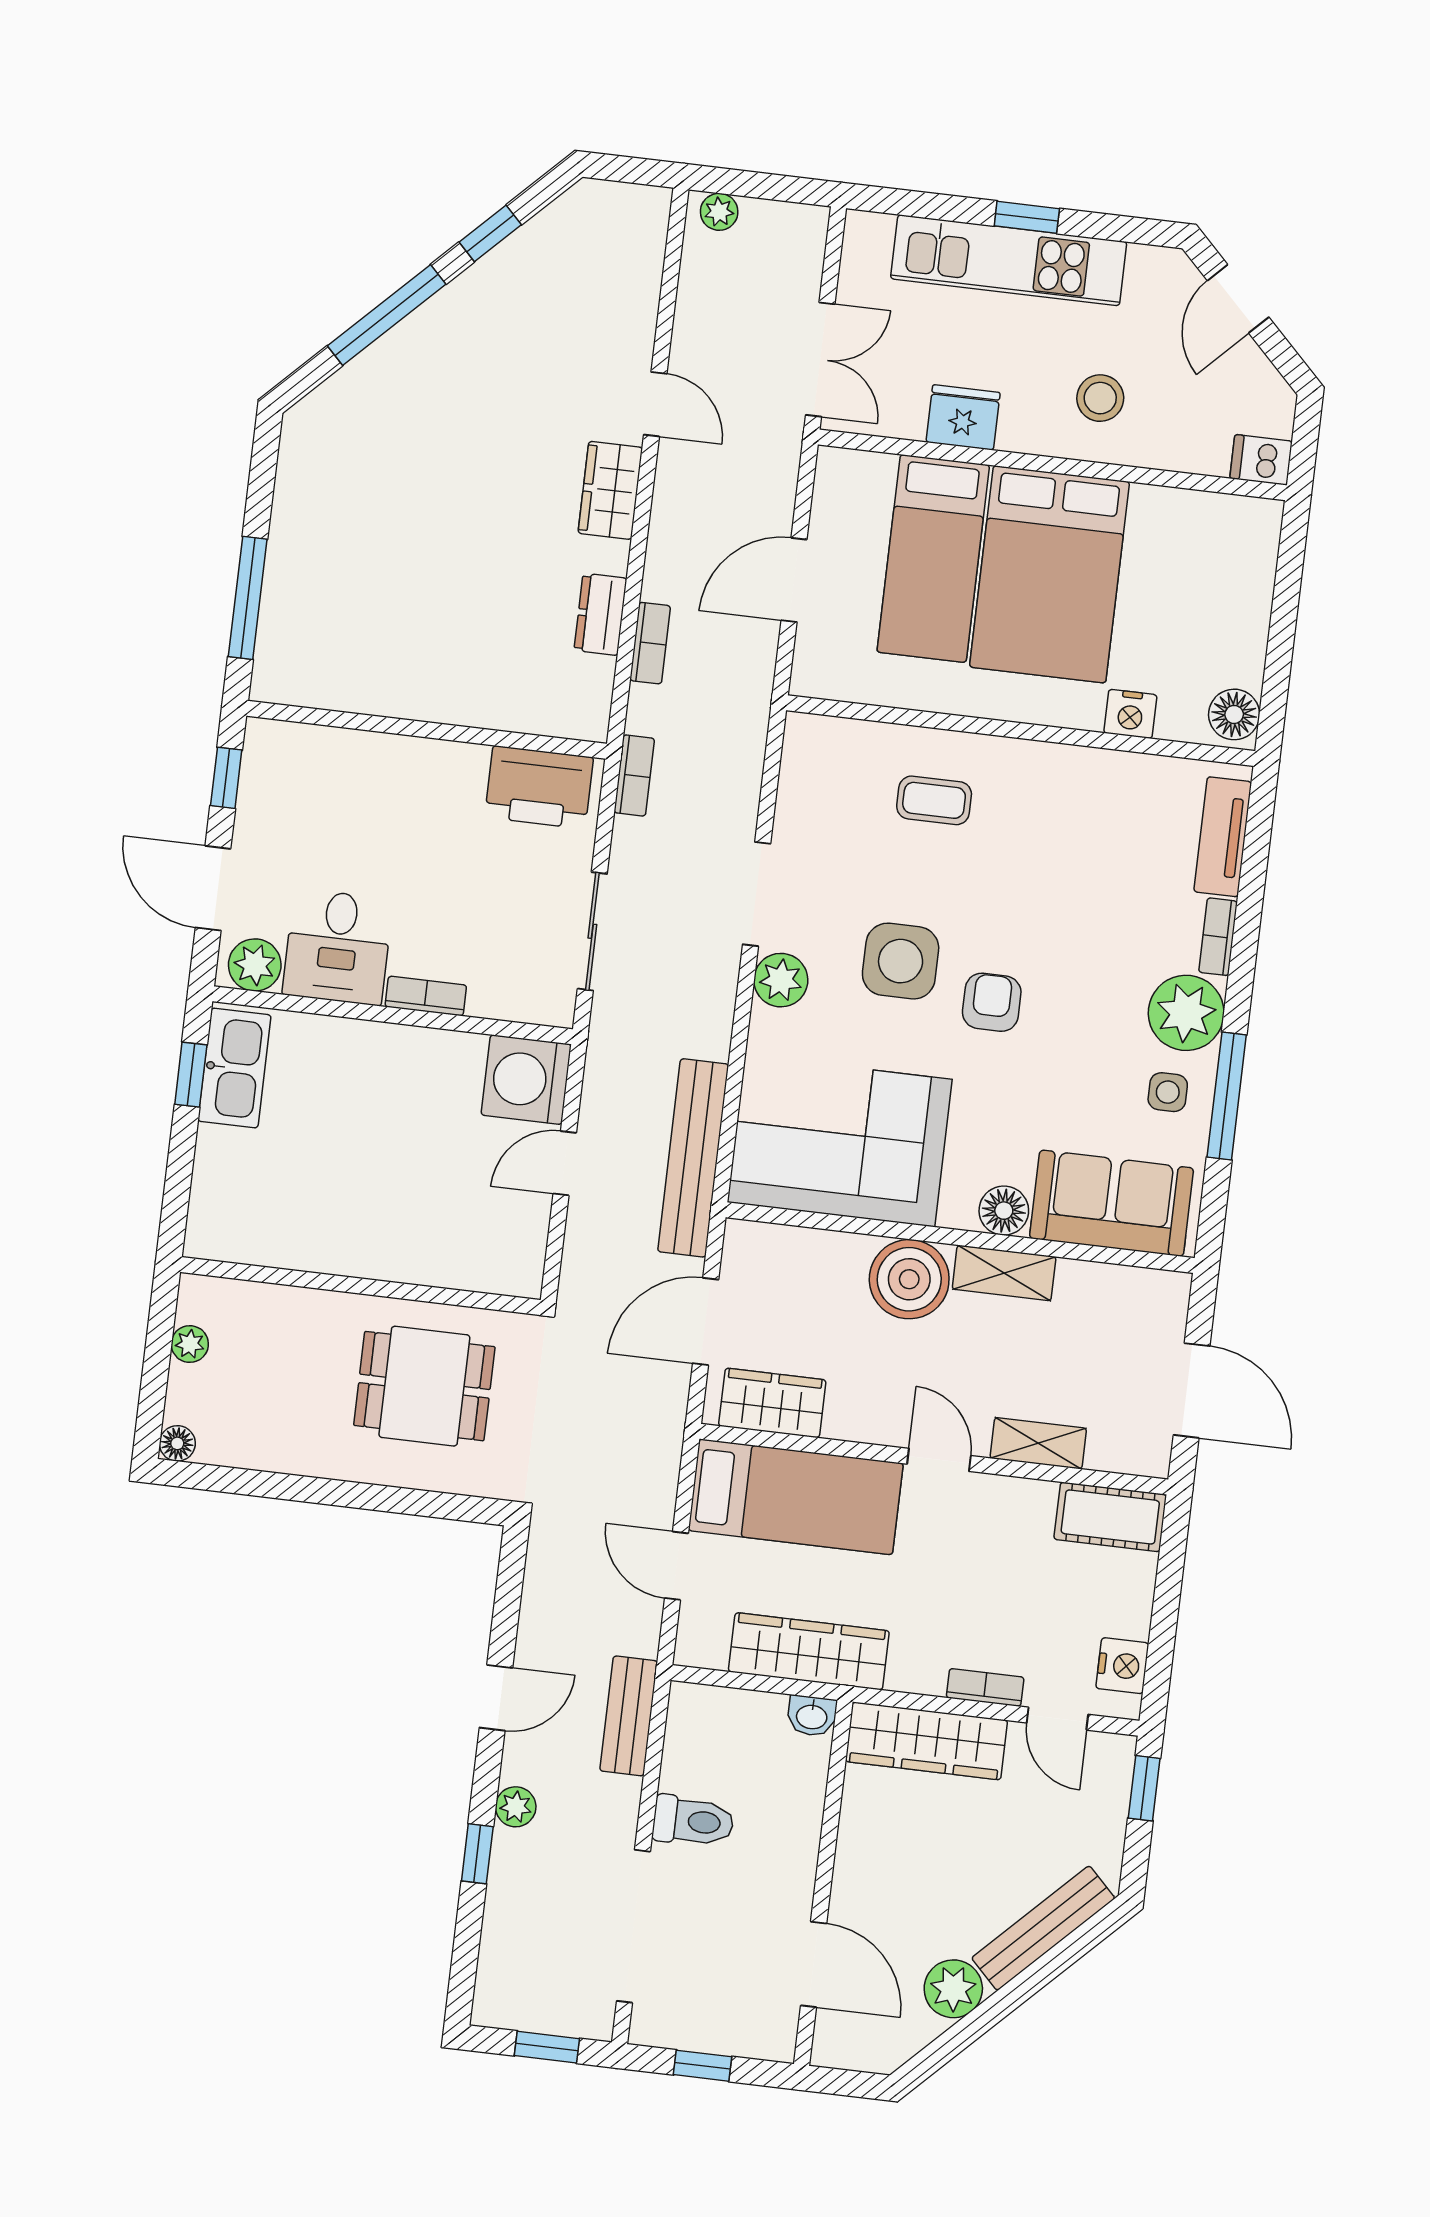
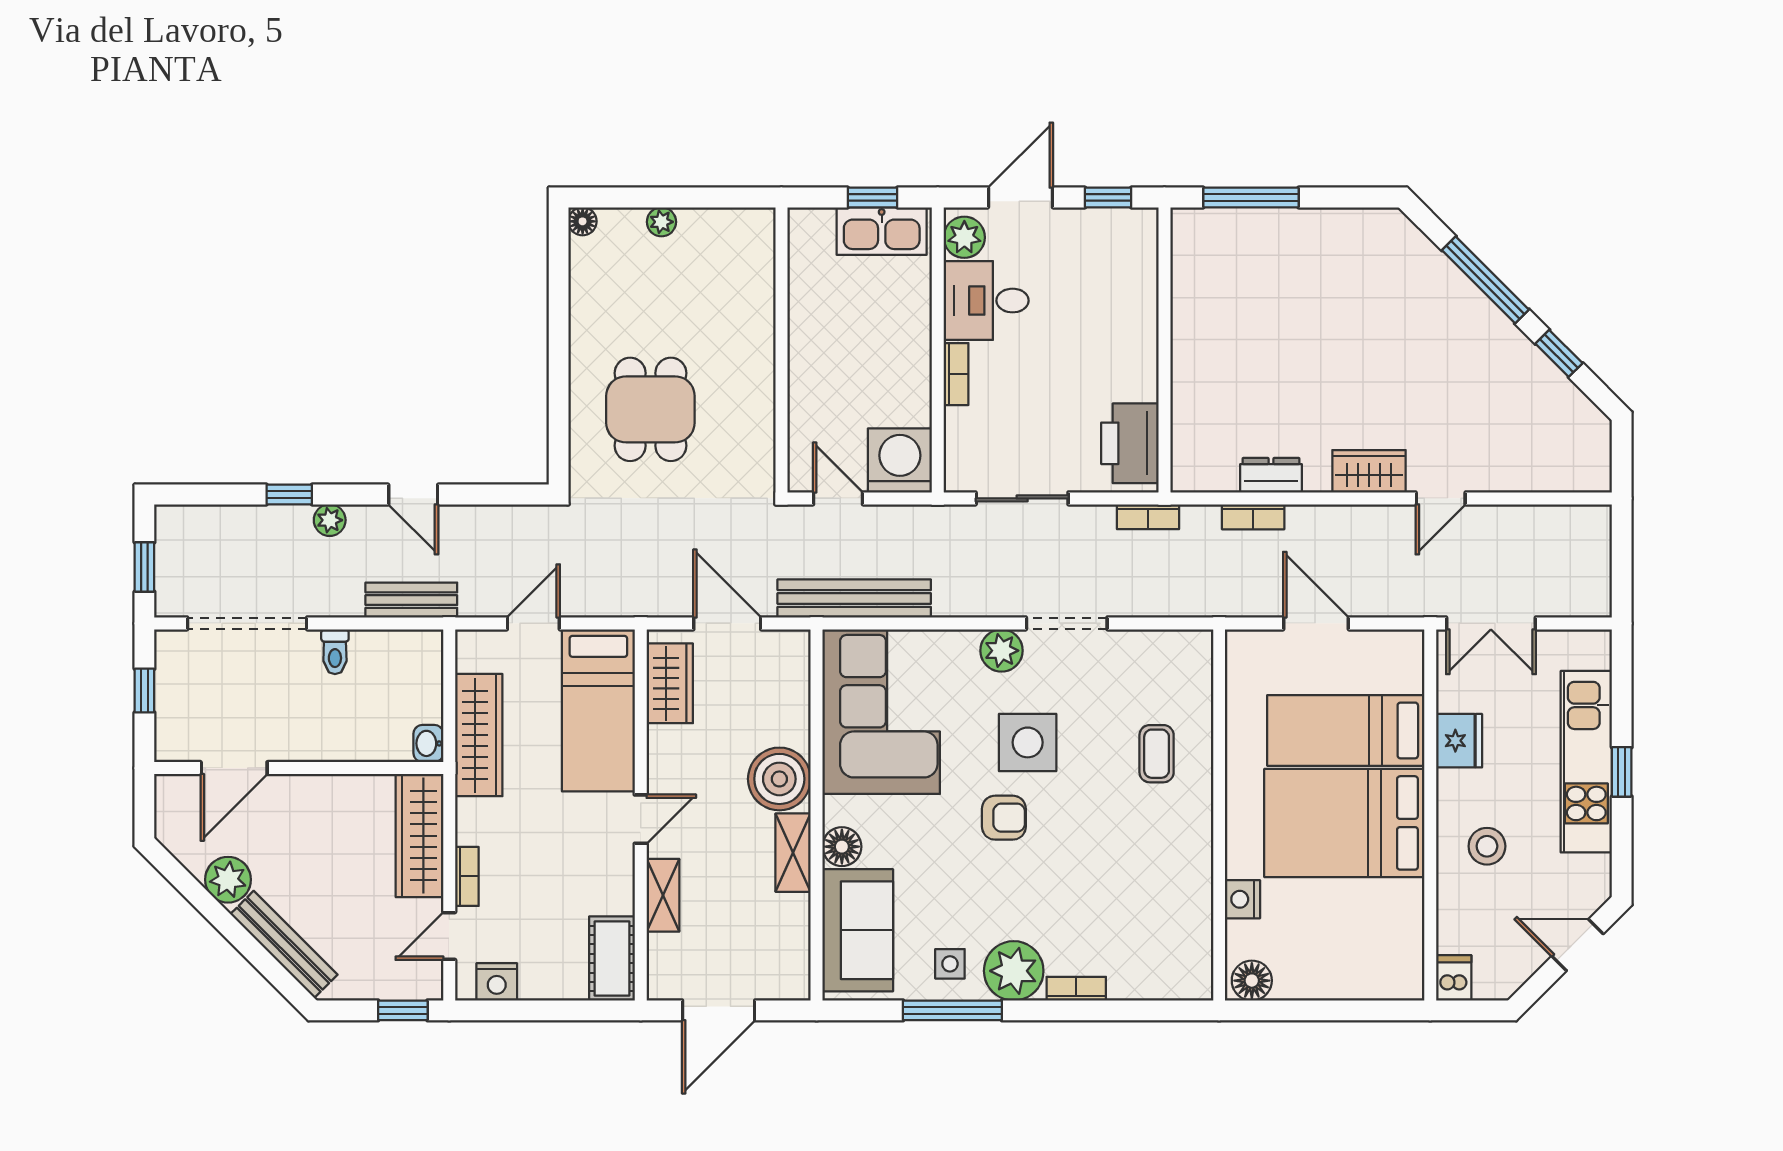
plant: (719, 212) -> (1597, 530), removed
tv unit: (1223, 837) -> (1155, 983), removed
wall: (360, 1286) -> (781, 350), moved
toilet: (693, 1821) -> (335, 652), width x0.73, depth x0.72

